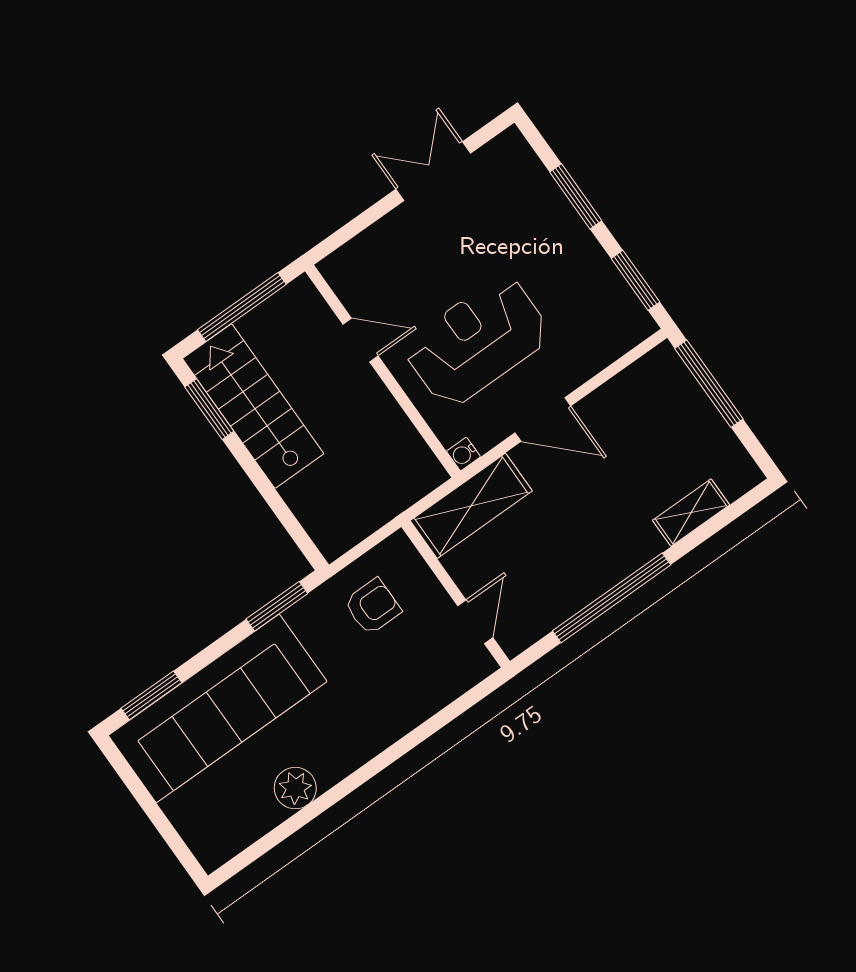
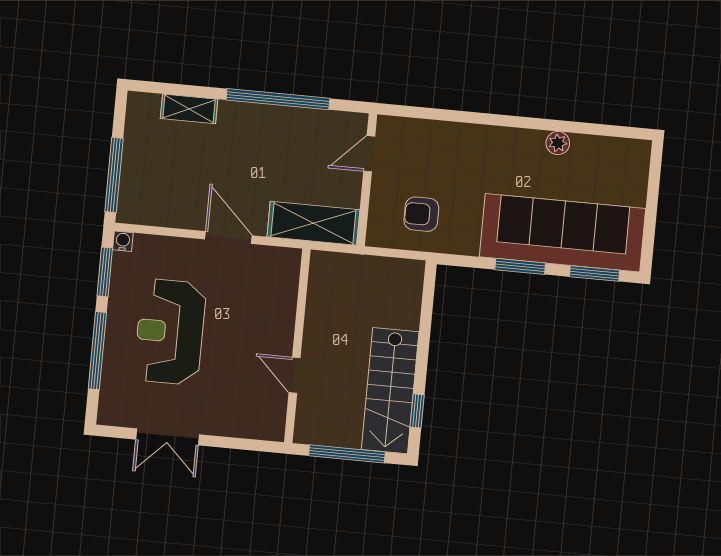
window: (576, 196) -> (97, 351), width x1.44
reception desk: (477, 341) -> (170, 332), moved, turned 90
window: (209, 409) -> (417, 411), width x0.67
water cooler: (463, 454) -> (123, 241), moved, turned -90
window: (277, 606) -> (520, 266), moved
plant: (295, 788) -> (558, 143), width x0.73, depth x0.73

